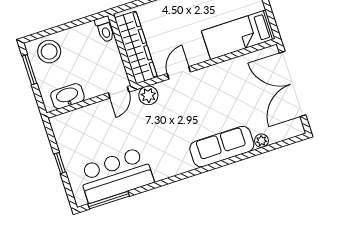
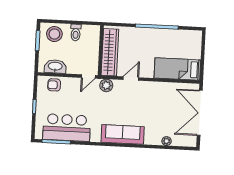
toilet: (105, 29) -> (76, 32), moved
armchair: (76, 122) -> (54, 85), added
sofa: (222, 147) -> (123, 134), moved

